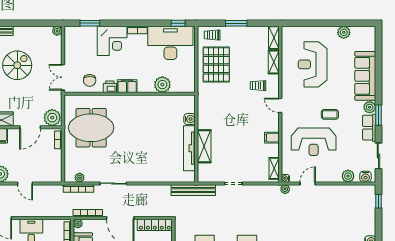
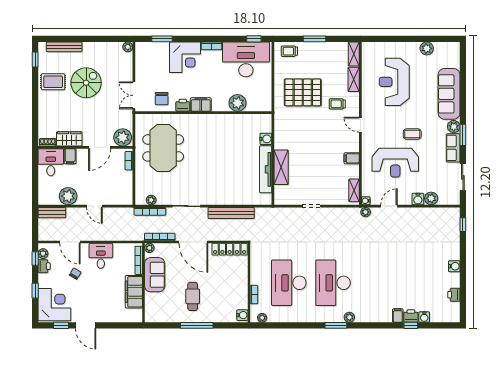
pallet: (216, 64) -> (303, 92), moved, turned 90
meeting table: (91, 128) -> (163, 148), turned 90
water cooler: (366, 177) -> (418, 199), moved
bench: (193, 190) -> (231, 213), moved

